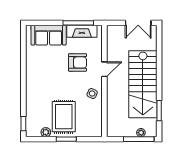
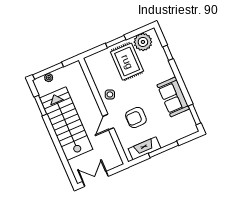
window: (78, 23) -> (163, 149), moved
sofa: (49, 35) -> (173, 97), moved, turned -90
window: (23, 42) -> (195, 115), added
window: (23, 124) -> (168, 53), moved
plant: (46, 132) -> (143, 42), width x1.88, depth x1.88

